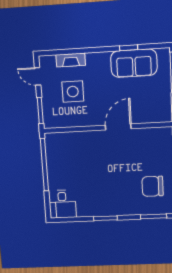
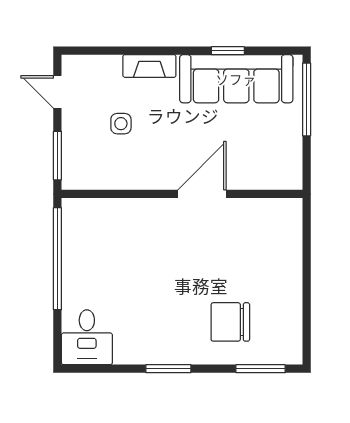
fireplace: (71, 60) -> (149, 66), moved
sofa: (134, 63) -> (236, 79), width x1.36
side table: (73, 92) -> (121, 124), width x0.54, depth x0.54
chair: (153, 186) -> (230, 322), moved

